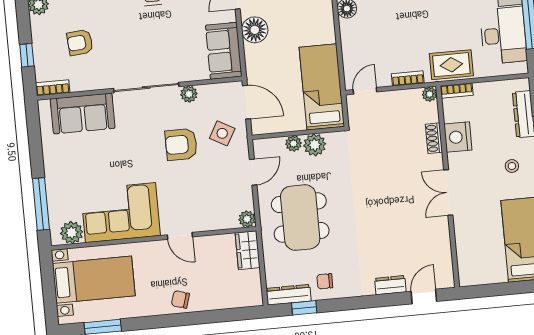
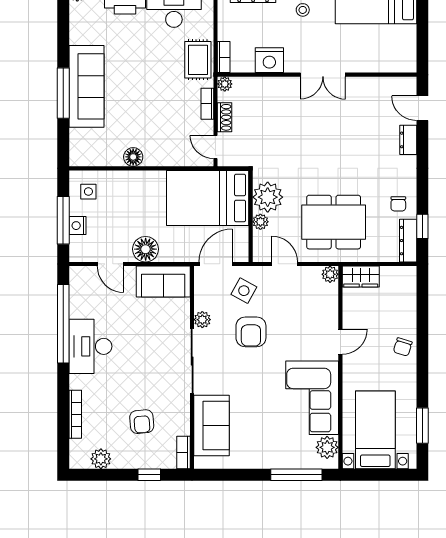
bed: (322, 87) -> (208, 198), width x1.50
shoe rack: (434, 138) -> (225, 117), moved, turned -90
plant: (315, 145) -> (268, 197), width x1.36, depth x1.36

